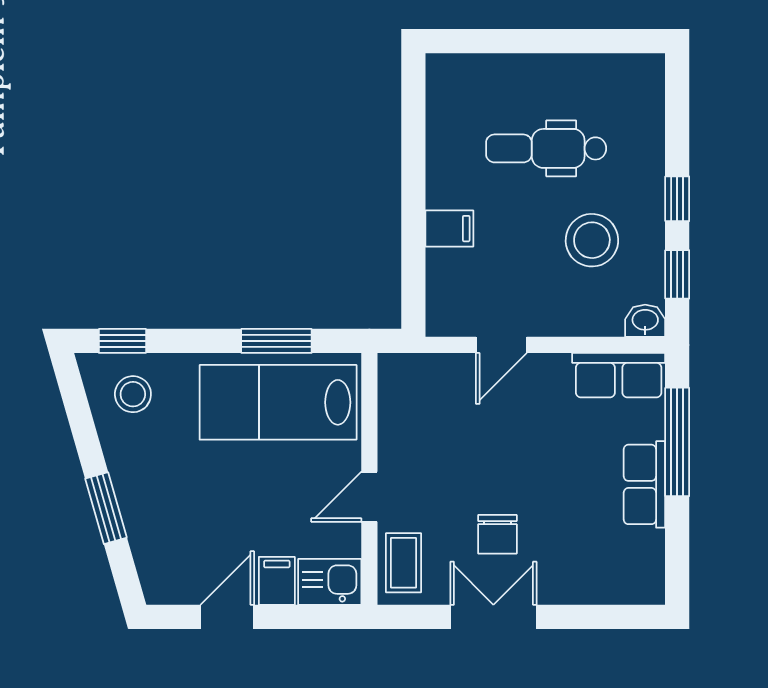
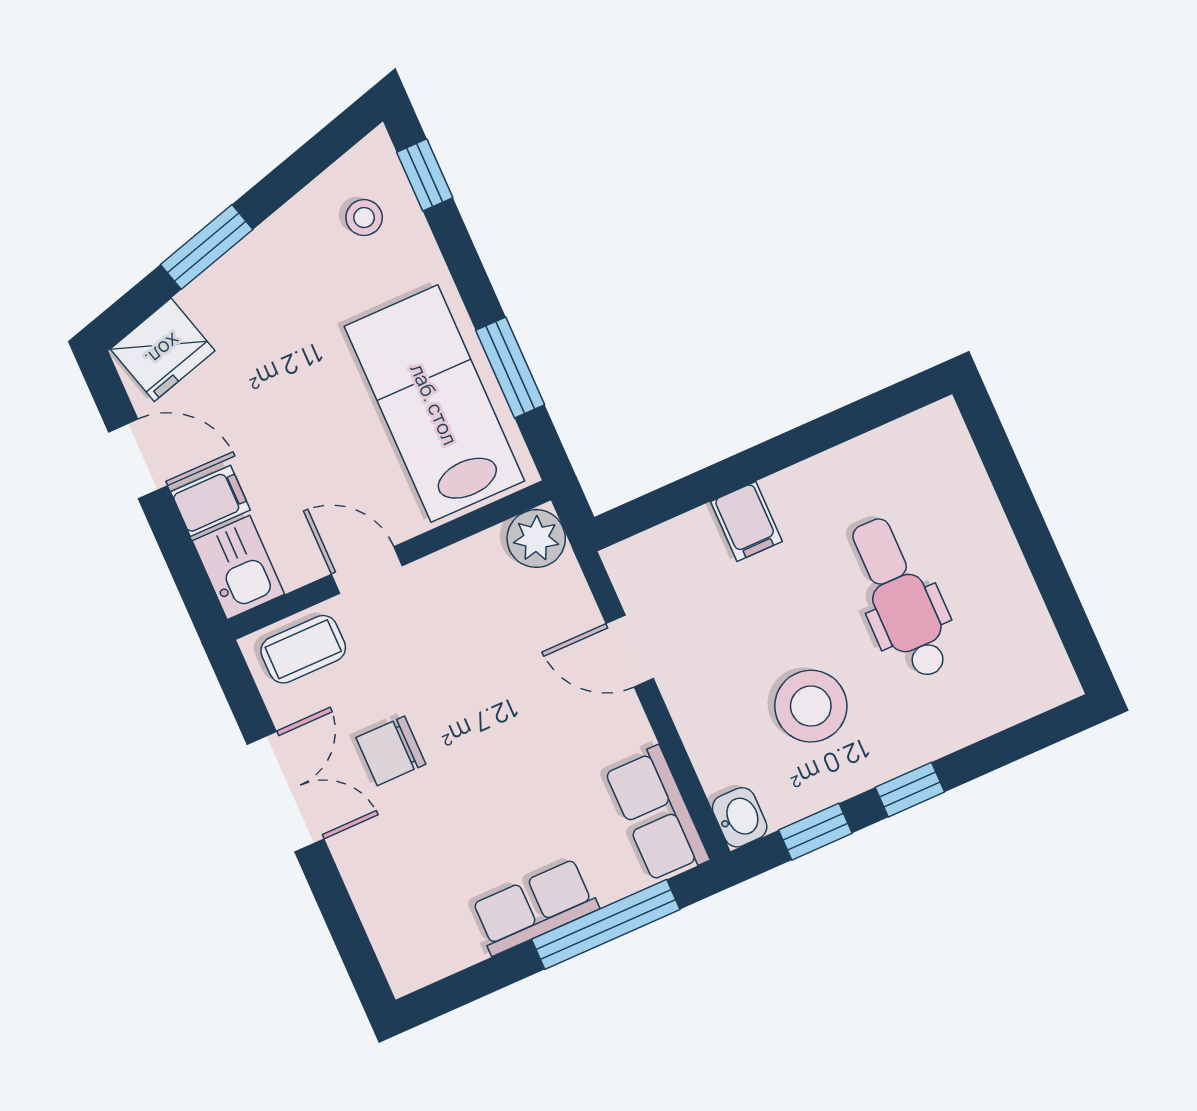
plant: (399, 374) -> (536, 539), added
stool: (133, 394) -> (364, 218), width x0.73, depth x0.73
fridge: (162, 568) -> (163, 350), added

